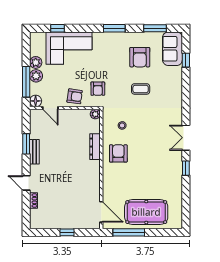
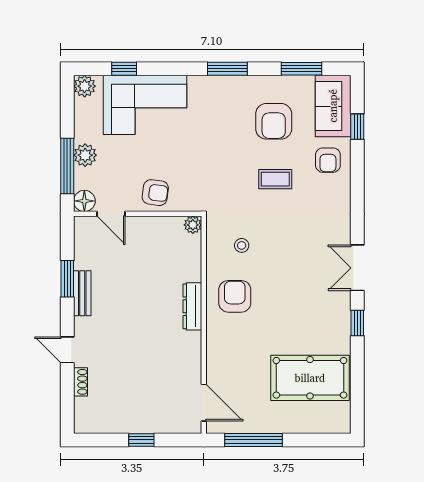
plant: (36, 62) -> (85, 86), moved
armchair: (98, 89) -> (328, 160), moved
dresser: (95, 147) -> (192, 306), moved
pool table: (146, 212) -> (310, 378), moved

